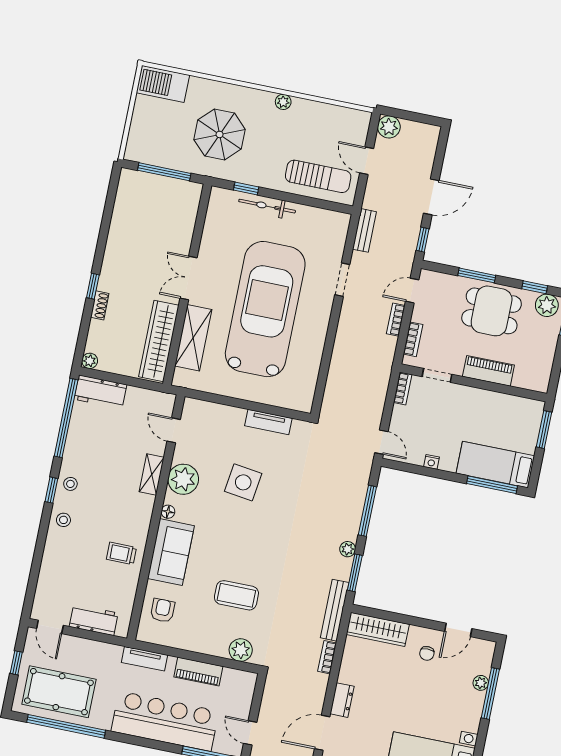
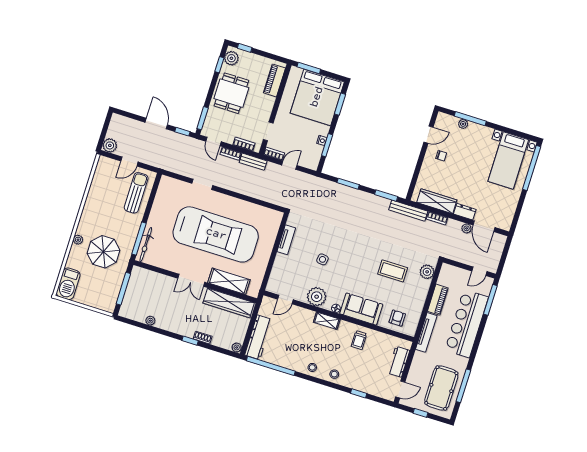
plant: (283, 102) -> (78, 240), moved
window: (246, 189) -> (139, 239), width x2.17
bicycle: (267, 206) -> (146, 245), moved
plant: (118, 220) -> (150, 321), added
bench: (365, 230) -> (253, 162), moved
window: (477, 275) -> (203, 118), moved
car: (265, 309) -> (216, 234), turned 180
piano: (488, 371) -> (274, 80), moved
workbench: (100, 392) -> (258, 337), width x1.38
door: (381, 442) -> (289, 165), moved
bed: (495, 465) -> (317, 97), width x2.04
window: (425, 471) -> (327, 145), added
shelving: (152, 474) -> (327, 321), moved
side table: (243, 482) -> (322, 259), width x0.54, depth x0.54
window: (492, 485) -> (340, 104), width x0.69
window: (51, 490) -> (359, 393), moved
window: (367, 511) -> (348, 184), width x0.69
plant: (348, 549) -> (467, 228), moved
coffee table: (236, 595) -> (393, 271), turned 90
armchair: (163, 610) -> (397, 318), turned 90
wardrobe: (378, 629) -> (437, 201), moved, turned -90
door: (458, 630) -> (429, 135), hinge flipped
tv unit: (145, 659) -> (426, 332), width x1.41
window: (66, 726) -> (463, 386), width x0.68

